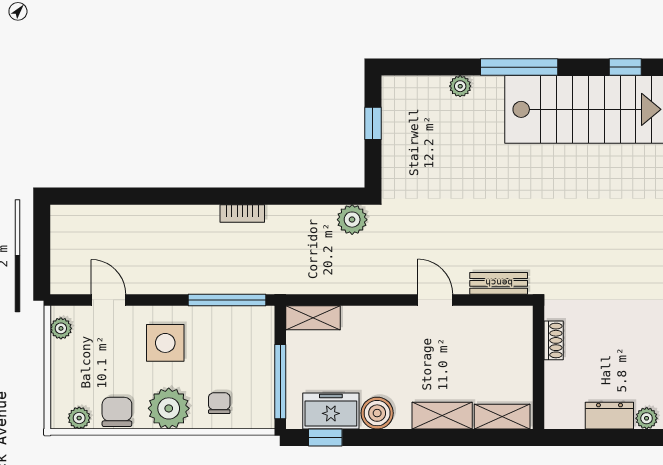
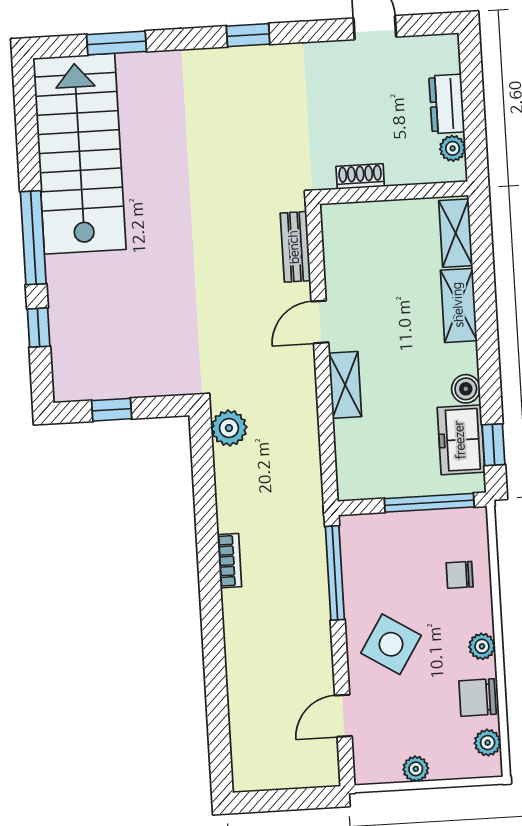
window: (625, 67) -> (39, 328), moved
plant: (460, 86) -> (61, 307), removed
shelving: (313, 318) -> (345, 385), moved
plant: (61, 328) -> (416, 769), moved
side table: (165, 343) -> (391, 644), turned 32
plant: (169, 408) -> (482, 646), width x0.53, depth x0.53
boiler: (377, 413) -> (466, 389), width x0.73, depth x0.73
plant: (647, 418) -> (453, 148), moved

